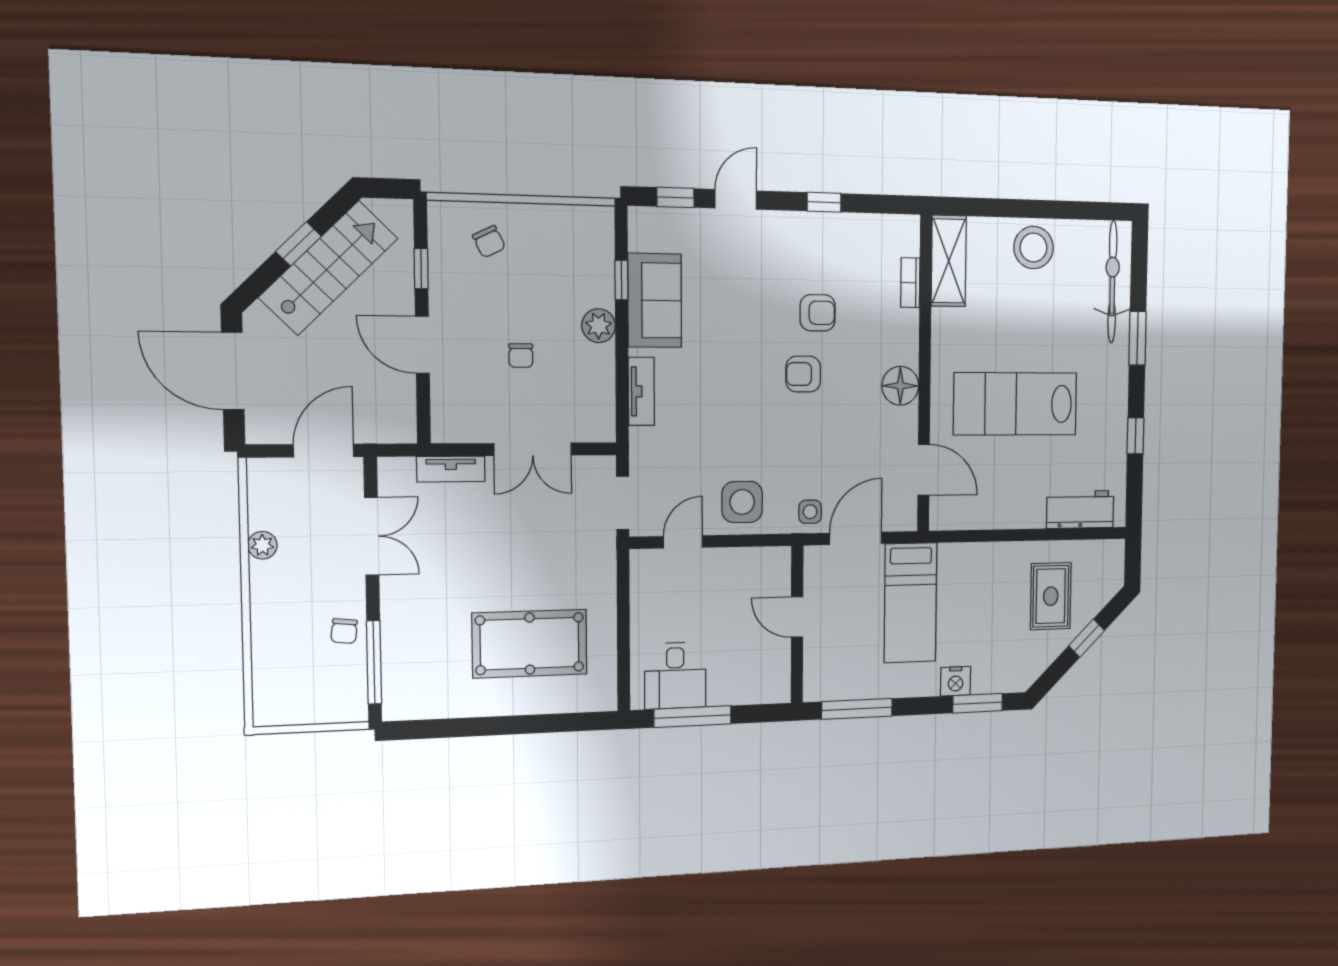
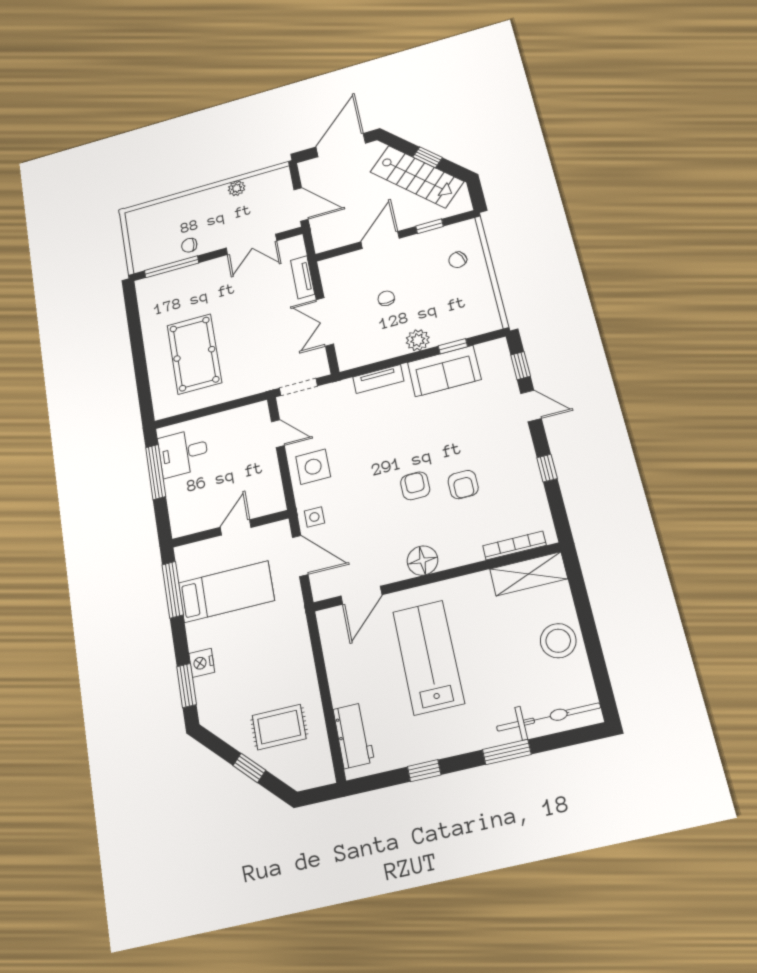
bookcase: (910, 283) -> (514, 545), width x1.56
chair: (521, 356) -> (386, 298), turned 90
bed: (910, 603) -> (226, 592), moved, turned 180

